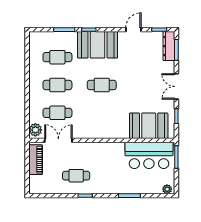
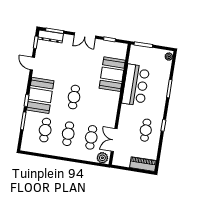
booth: (149, 126) -> (112, 74), moved
bar counter: (149, 155) -> (136, 85), moved
piano: (36, 160) -> (143, 164), moved

